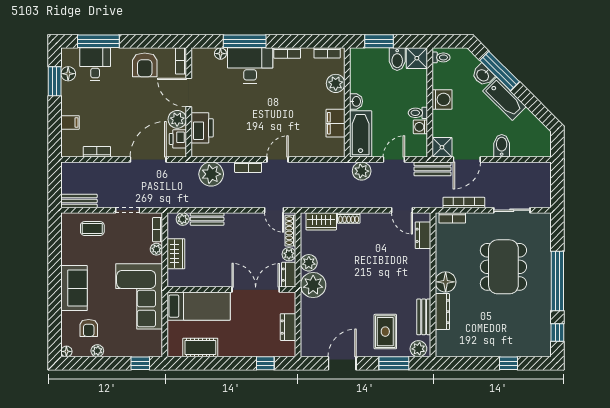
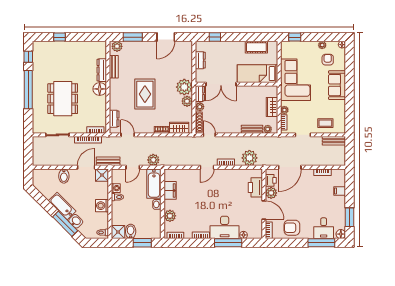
armchair: (145, 65) -> (292, 228), turned -90
floor lamp: (68, 74) -> (341, 234), moved
rug: (385, 332) -> (145, 94), moved, width x1.36, depth x1.43

